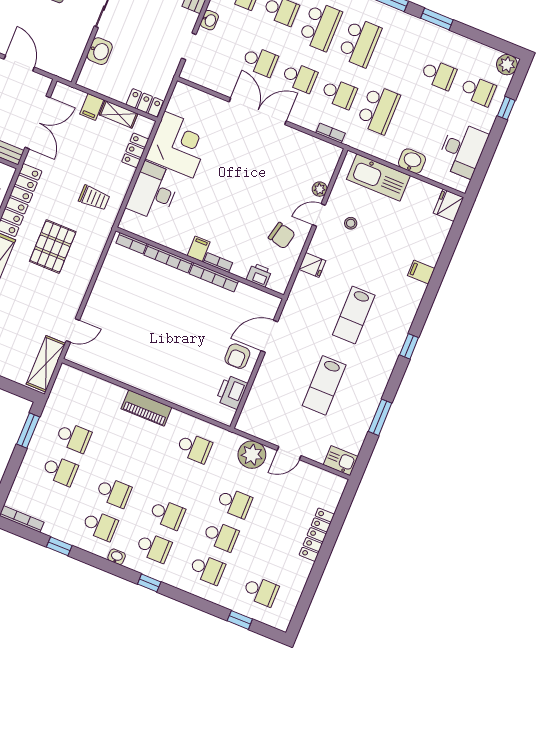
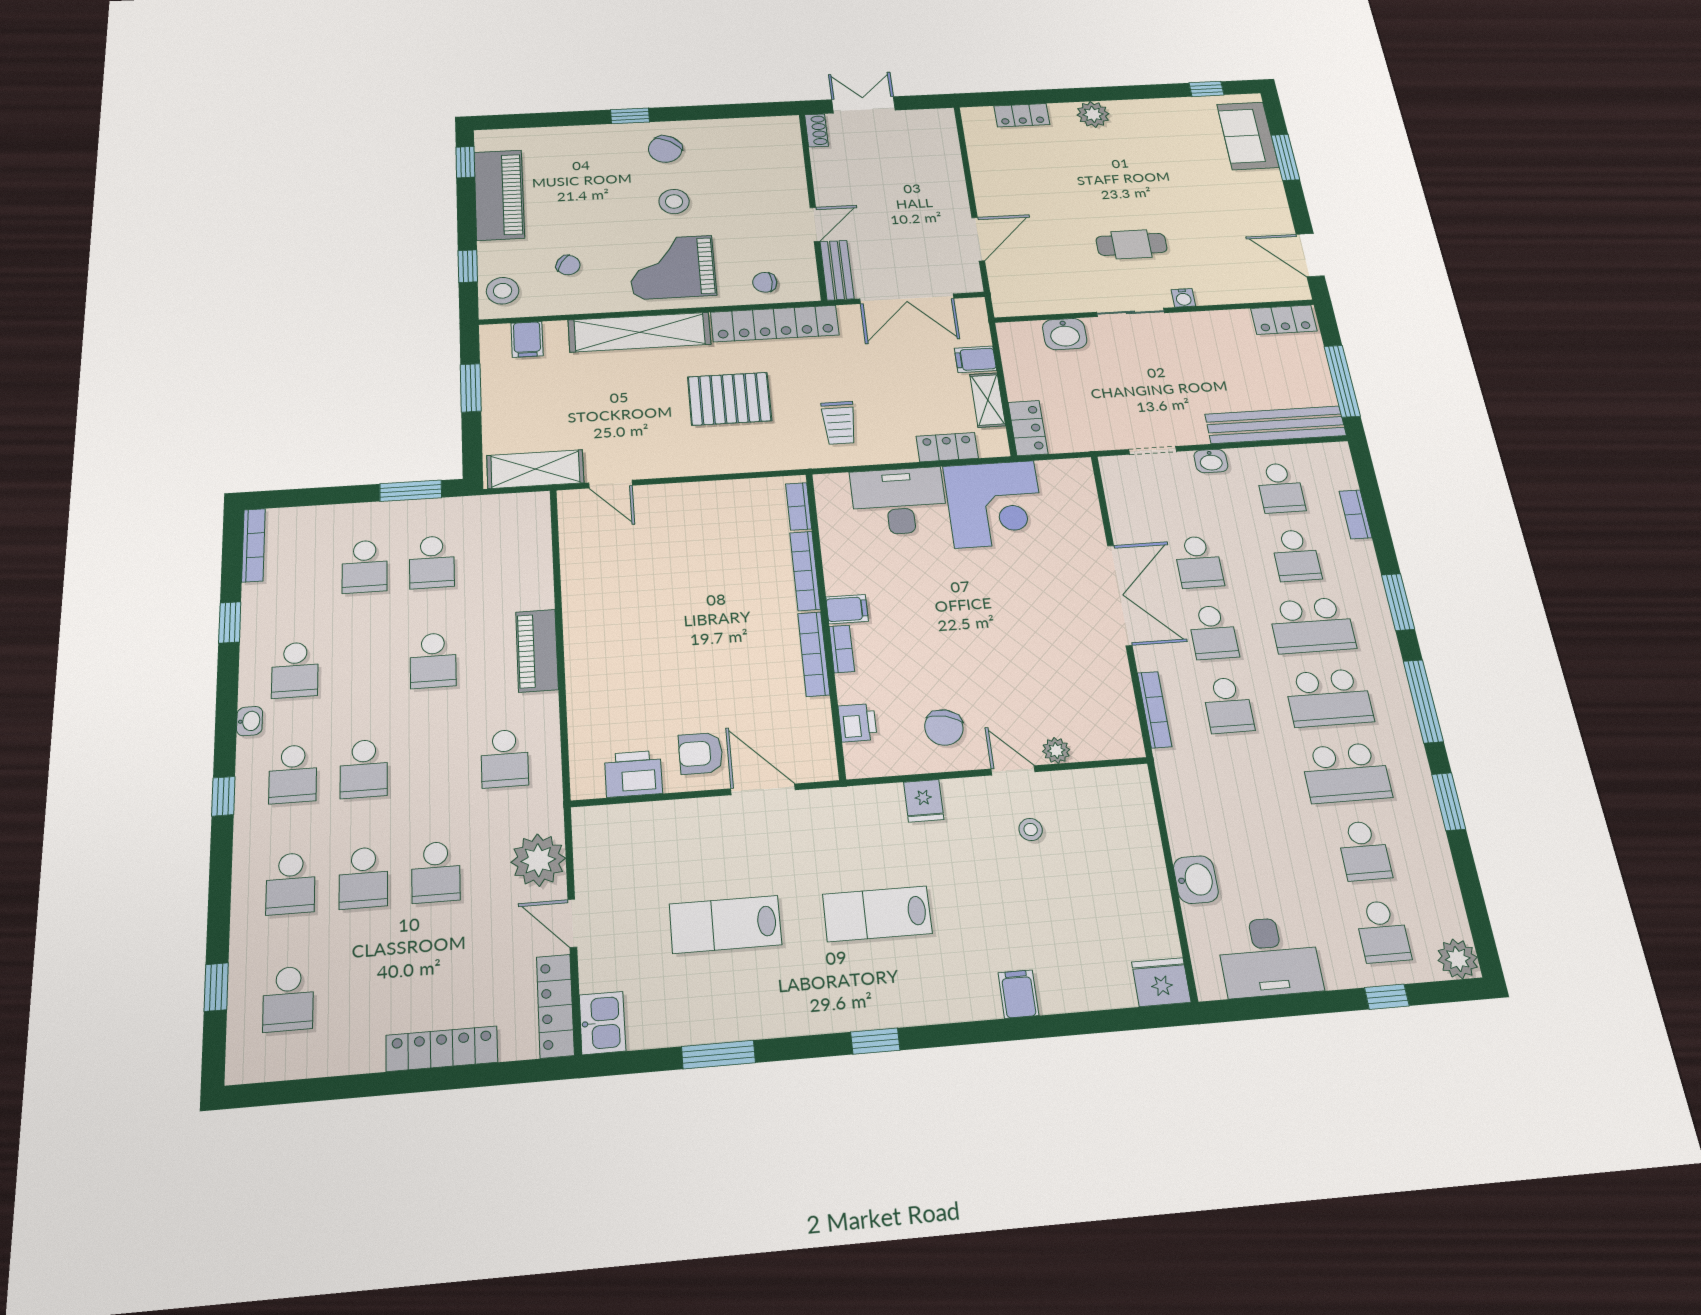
school desk: (378, 110) -> (1346, 773), moved
bookcase: (331, 133) -> (1155, 710), width x1.56
kitchen sink: (378, 177) -> (1134, 837), removed
locker: (323, 478) -> (555, 1006), added
school desk: (114, 492) -> (433, 660), moved

